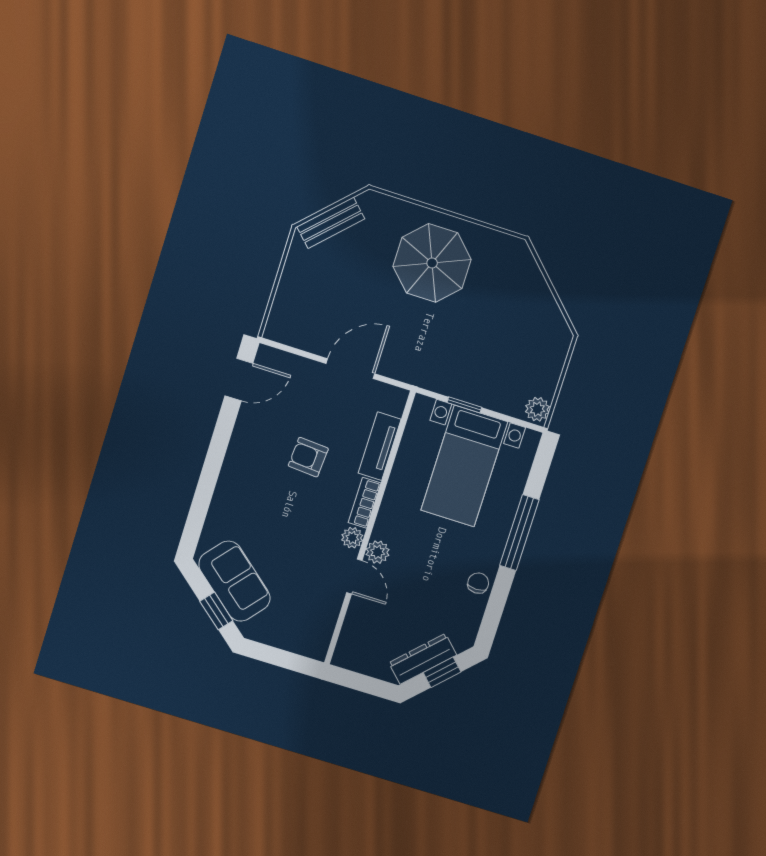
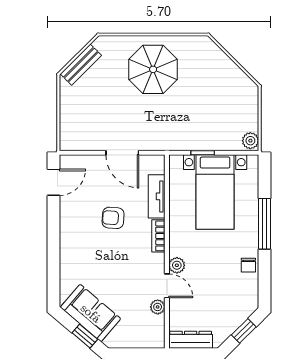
door: (350, 369) -> (122, 153), swing flipped
plant: (352, 538) -> (158, 307), moved
chair: (478, 583) -> (248, 265), turned 180
dresser: (423, 659) -> (191, 340), moved, turned 45

